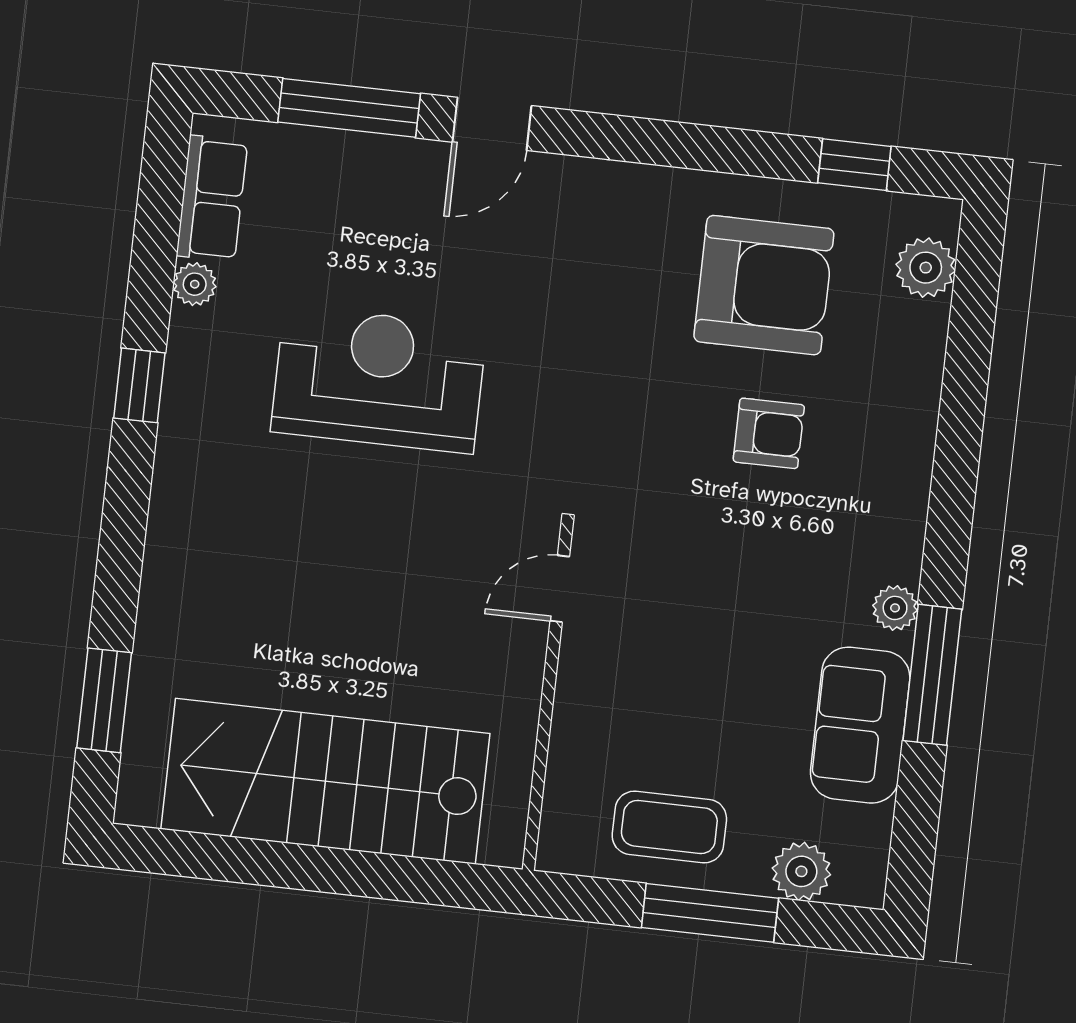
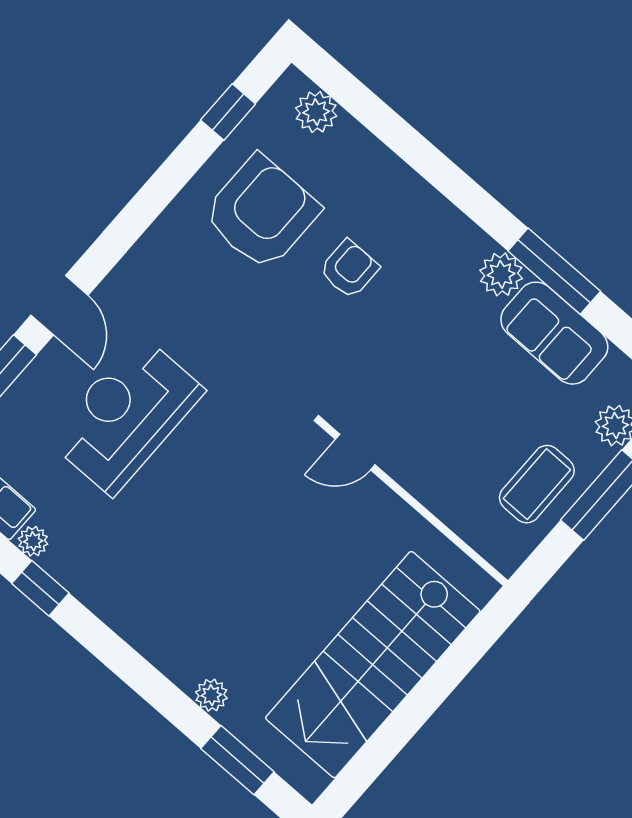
reception desk: (379, 379) -> (126, 415), moved
window: (139, 385) -> (40, 588), moved
door: (560, 589) -> (355, 452), hinge flipped
plant: (895, 608) -> (501, 274), width x1.38, depth x1.38
plant: (159, 617) -> (211, 695), added

